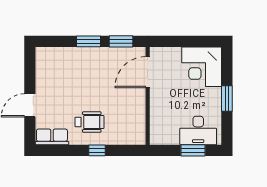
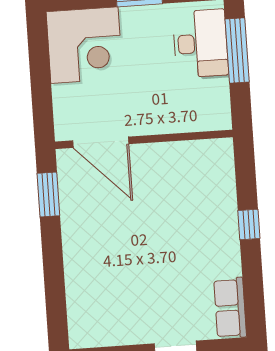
window: (88, 41) -> (52, 253), removed
wheelchair: (89, 122) -> (199, 242), removed
window: (193, 150) -> (237, 50), width x1.44

